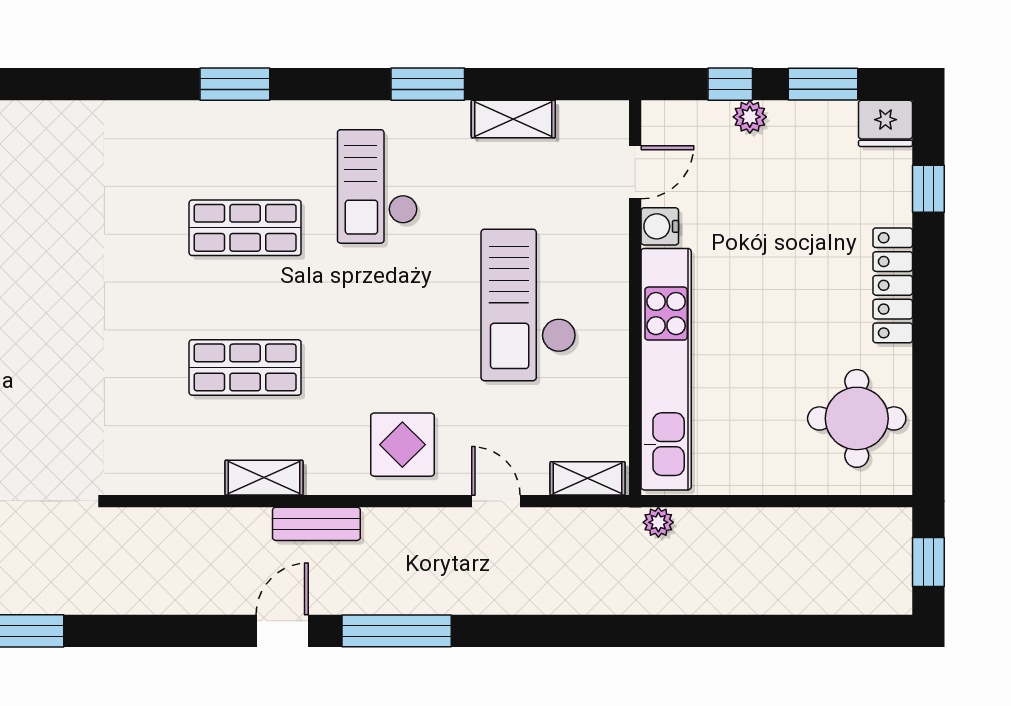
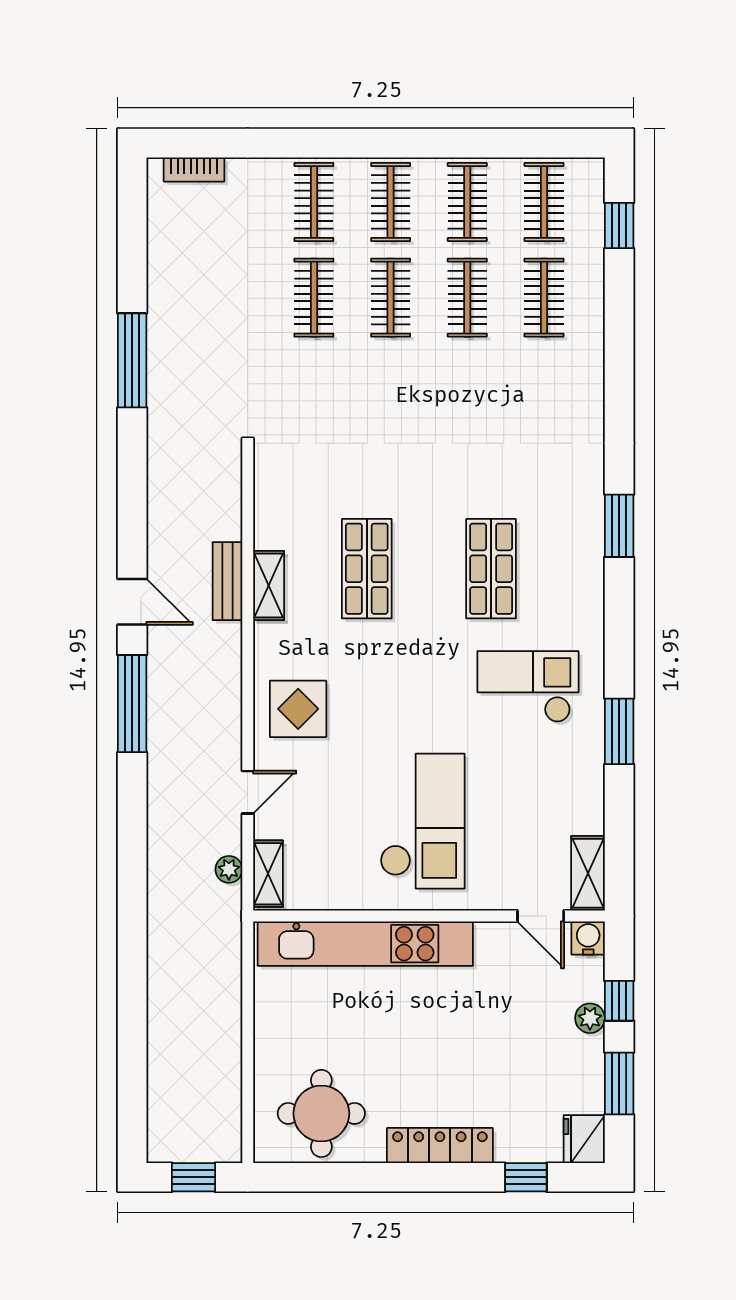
window: (235, 84) -> (619, 526), moved
shelving: (513, 119) -> (588, 873), moved
water cooler: (660, 226) -> (588, 938), moved
checkout: (529, 305) -> (422, 821), turned 90
plant: (658, 522) -> (229, 869), moved
bench: (316, 524) -> (227, 581), moved

